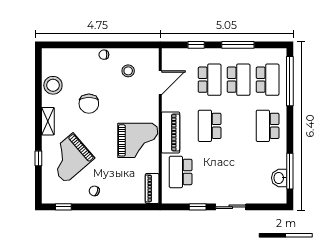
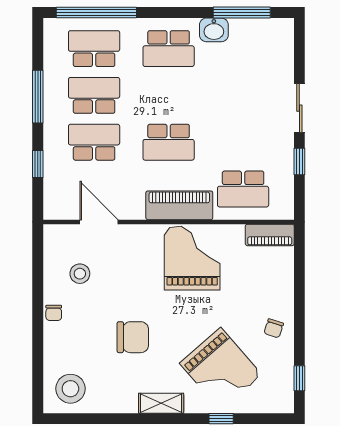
stool: (53, 85) -> (70, 389), moved
washbasin: (279, 178) -> (214, 30), moved

